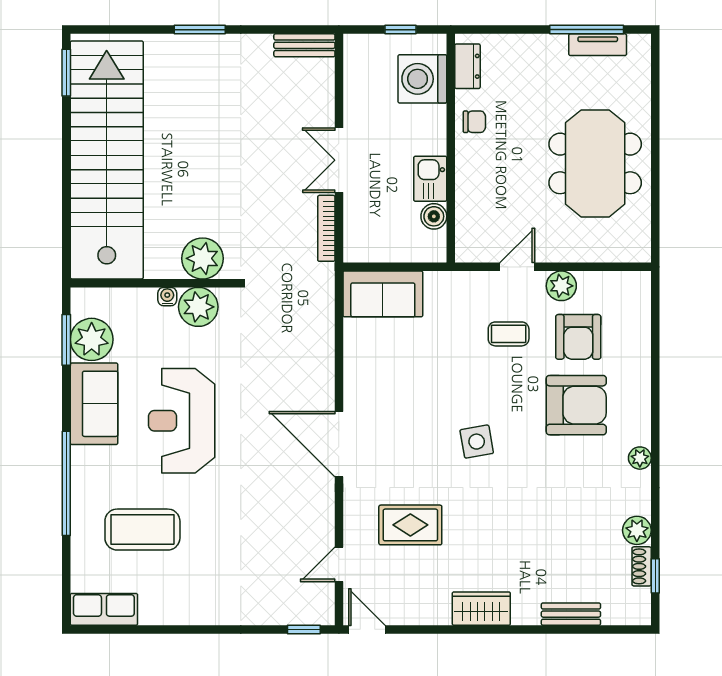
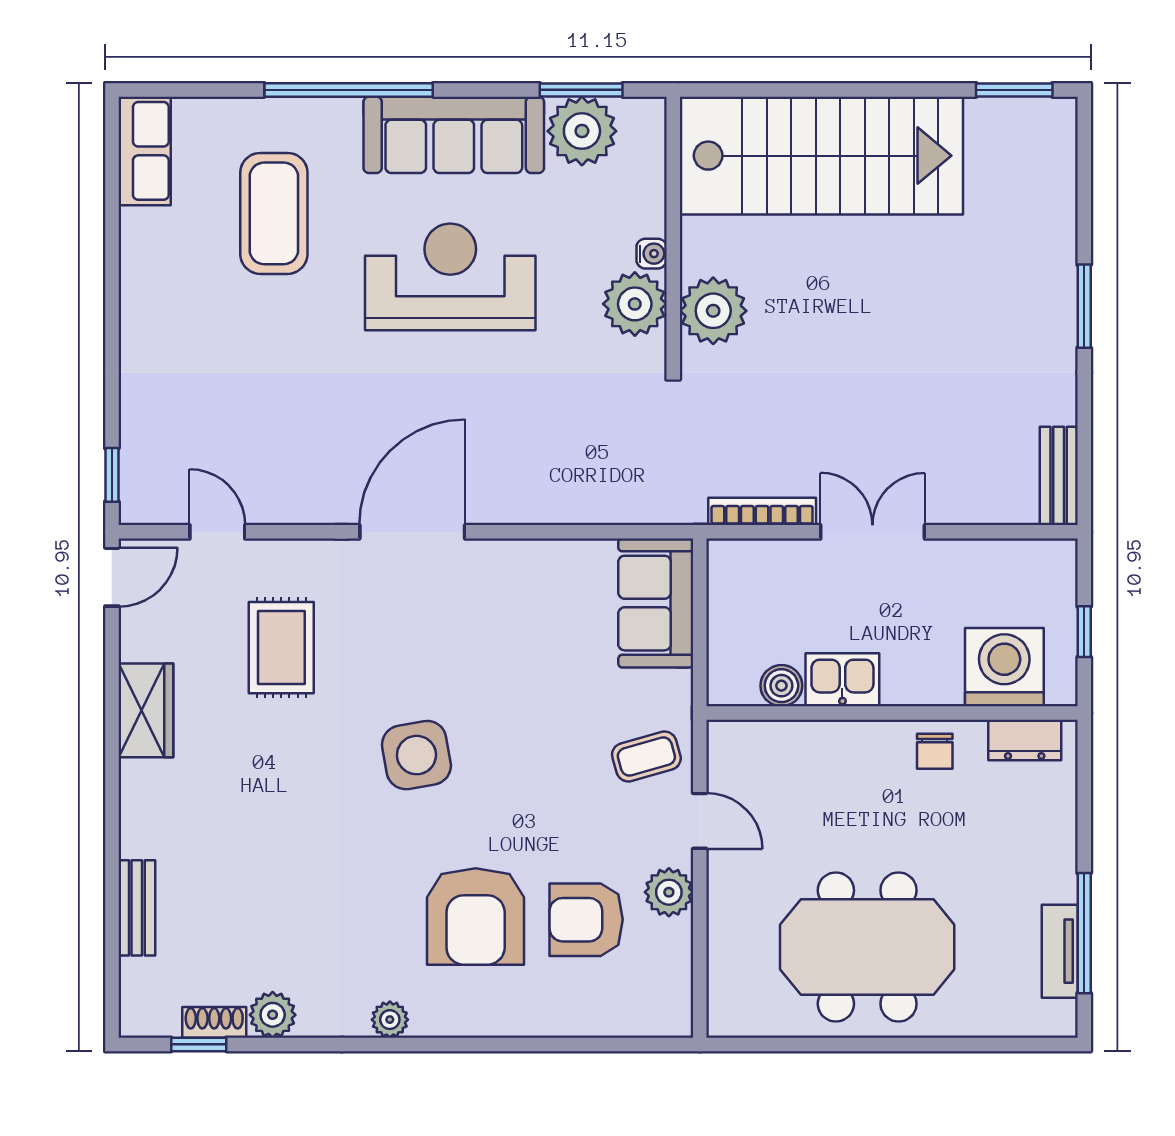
stairs: (107, 160) -> (821, 156), width x0.73
coffee table: (509, 334) -> (646, 757), moved, turned 74
sofa: (94, 404) -> (454, 135), width x1.36
side table: (477, 442) -> (416, 755), width x1.37, depth x1.37
wardrobe: (481, 609) -> (146, 710), moved

